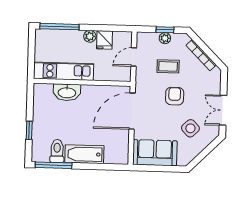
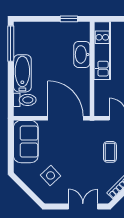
armchair: (175, 96) -> (81, 159), removed
double door: (223, 110) -> (83, 207), moved
window: (29, 130) -> (69, 19), moved
toilet: (57, 151) -> (25, 100), moved

